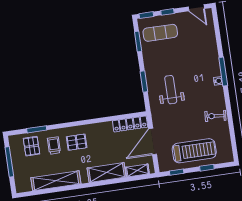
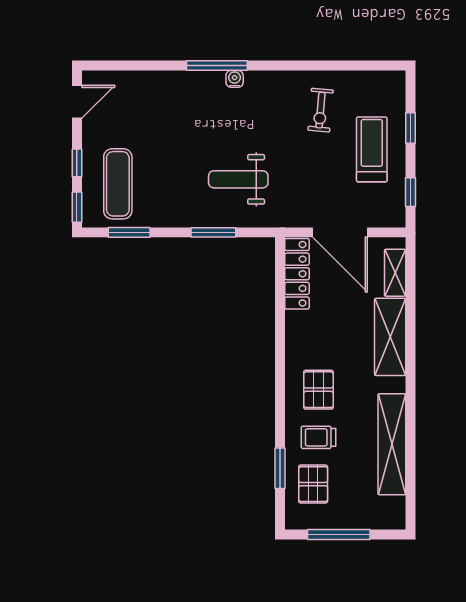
exercise bike: (215, 116) -> (321, 110), moved
pallet: (31, 146) -> (313, 484), turned 90
treadmill: (194, 151) -> (372, 149), width x0.73, depth x0.73

